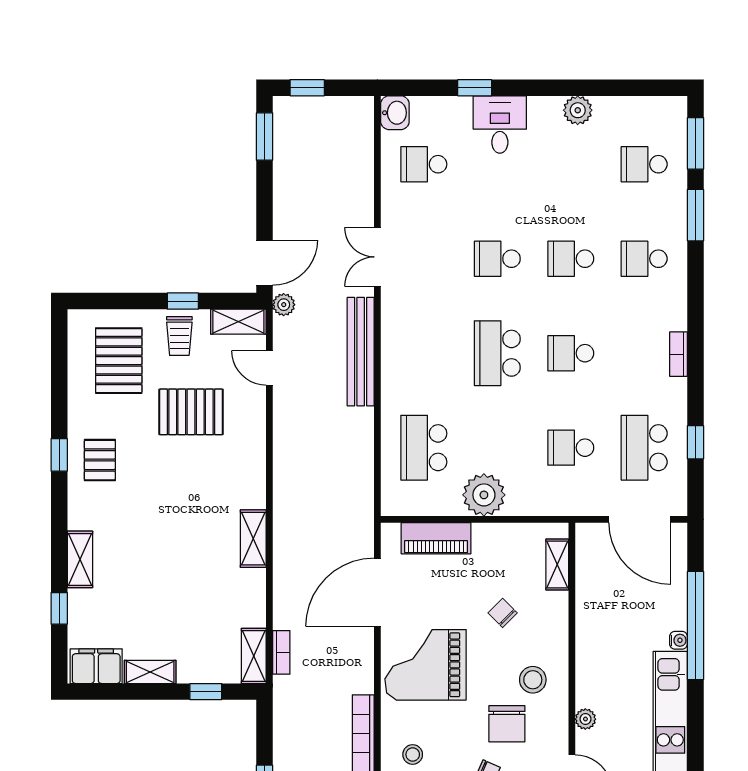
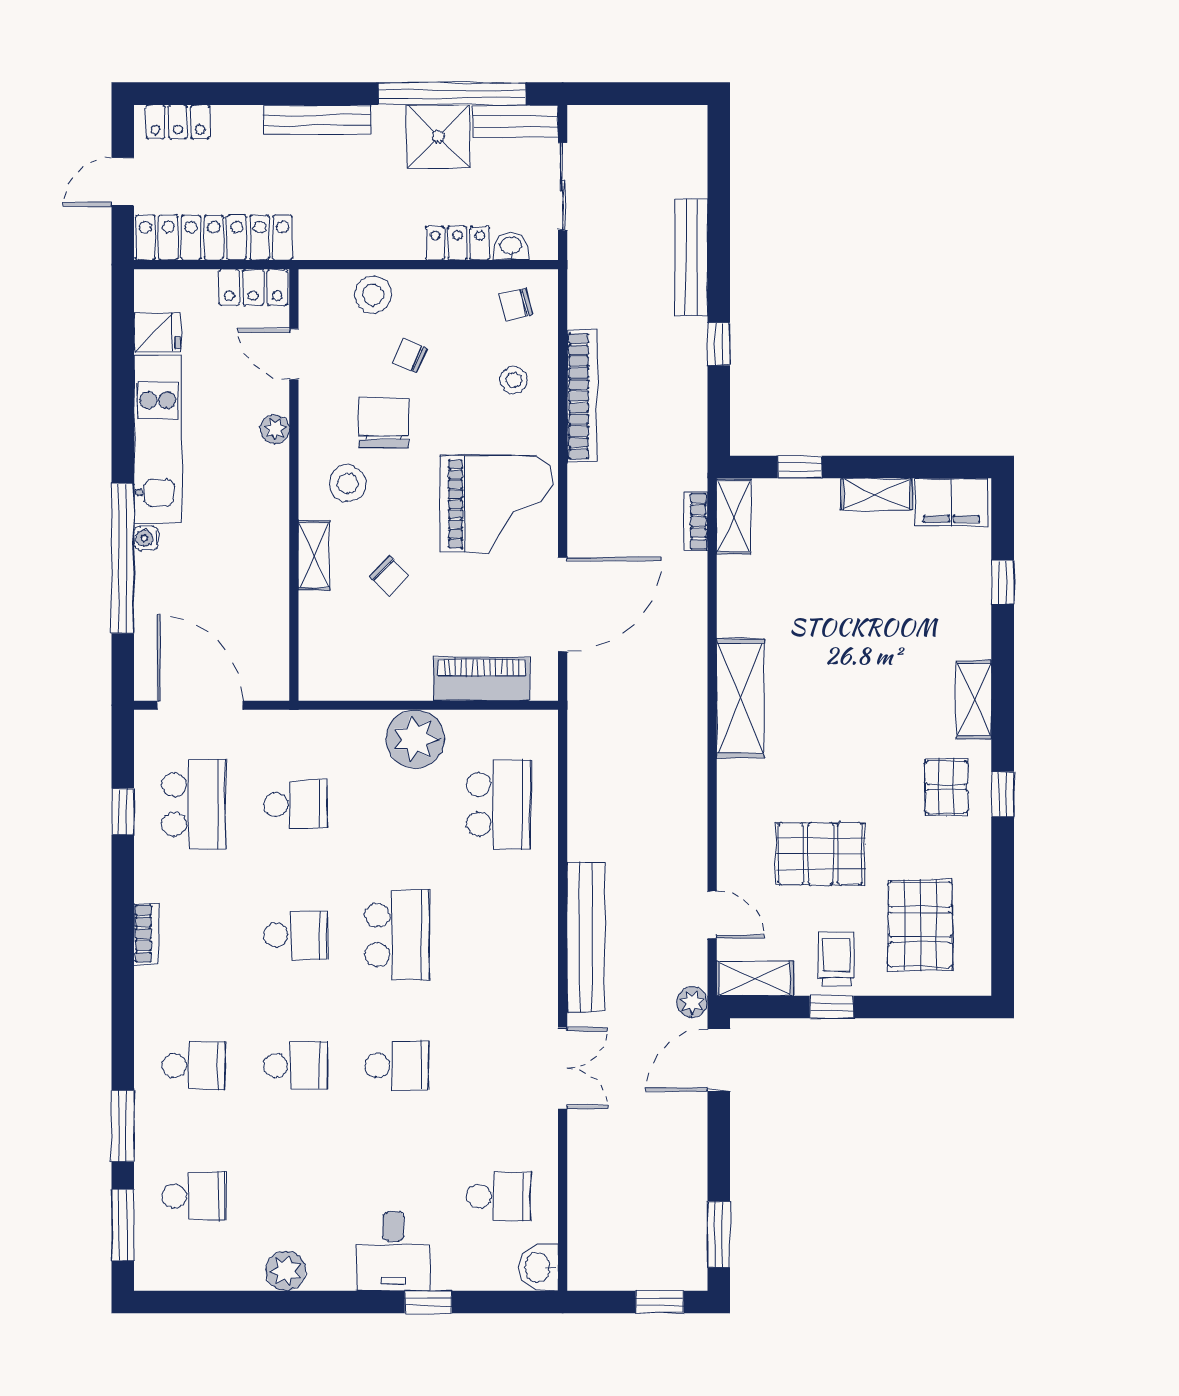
shelving: (253, 539) -> (740, 698), width x1.50, depth x1.33
shelving: (80, 559) -> (974, 700), moved
shelving: (557, 564) -> (314, 555), moved

